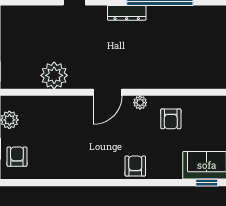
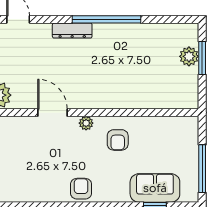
door: (108, 92) -> (52, 113), swing flipped

